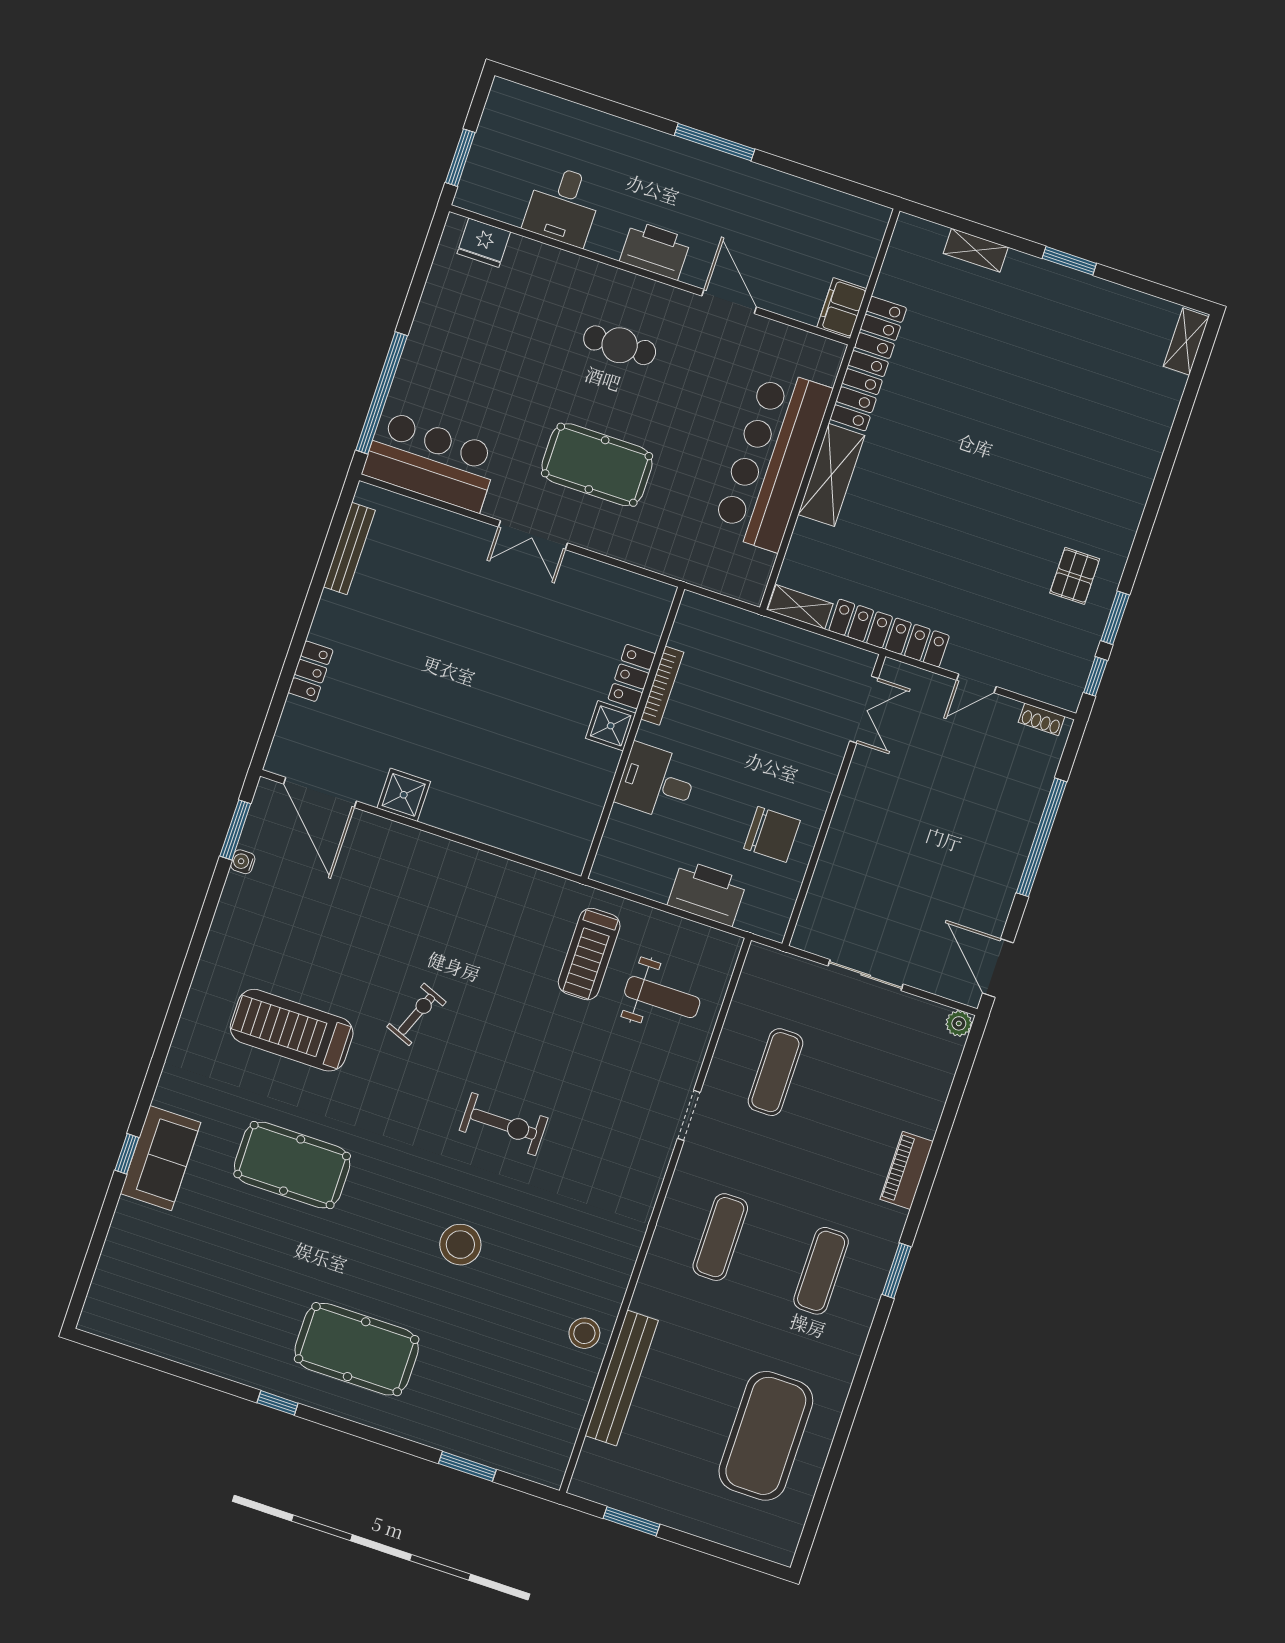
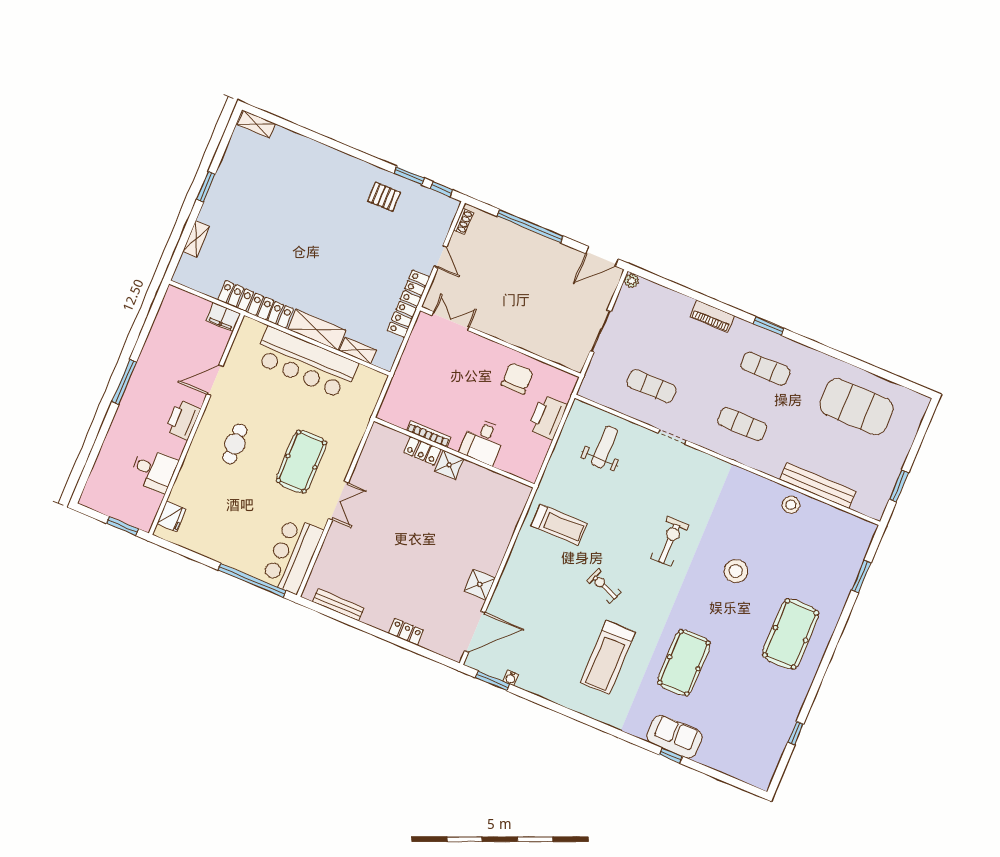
shelving: (800, 607) -> (358, 350), moved, turned 90
treadmill: (589, 954) -> (559, 525), moved
window: (278, 1403) -> (796, 733), moved

